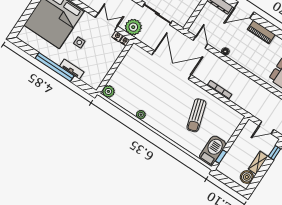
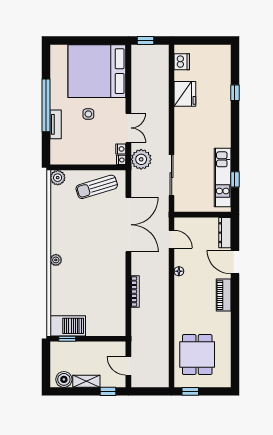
door: (200, 42) -> (172, 239), hinge flipped
plant: (141, 115) -> (56, 260), moved
sun lounger: (196, 115) -> (97, 187), moved

